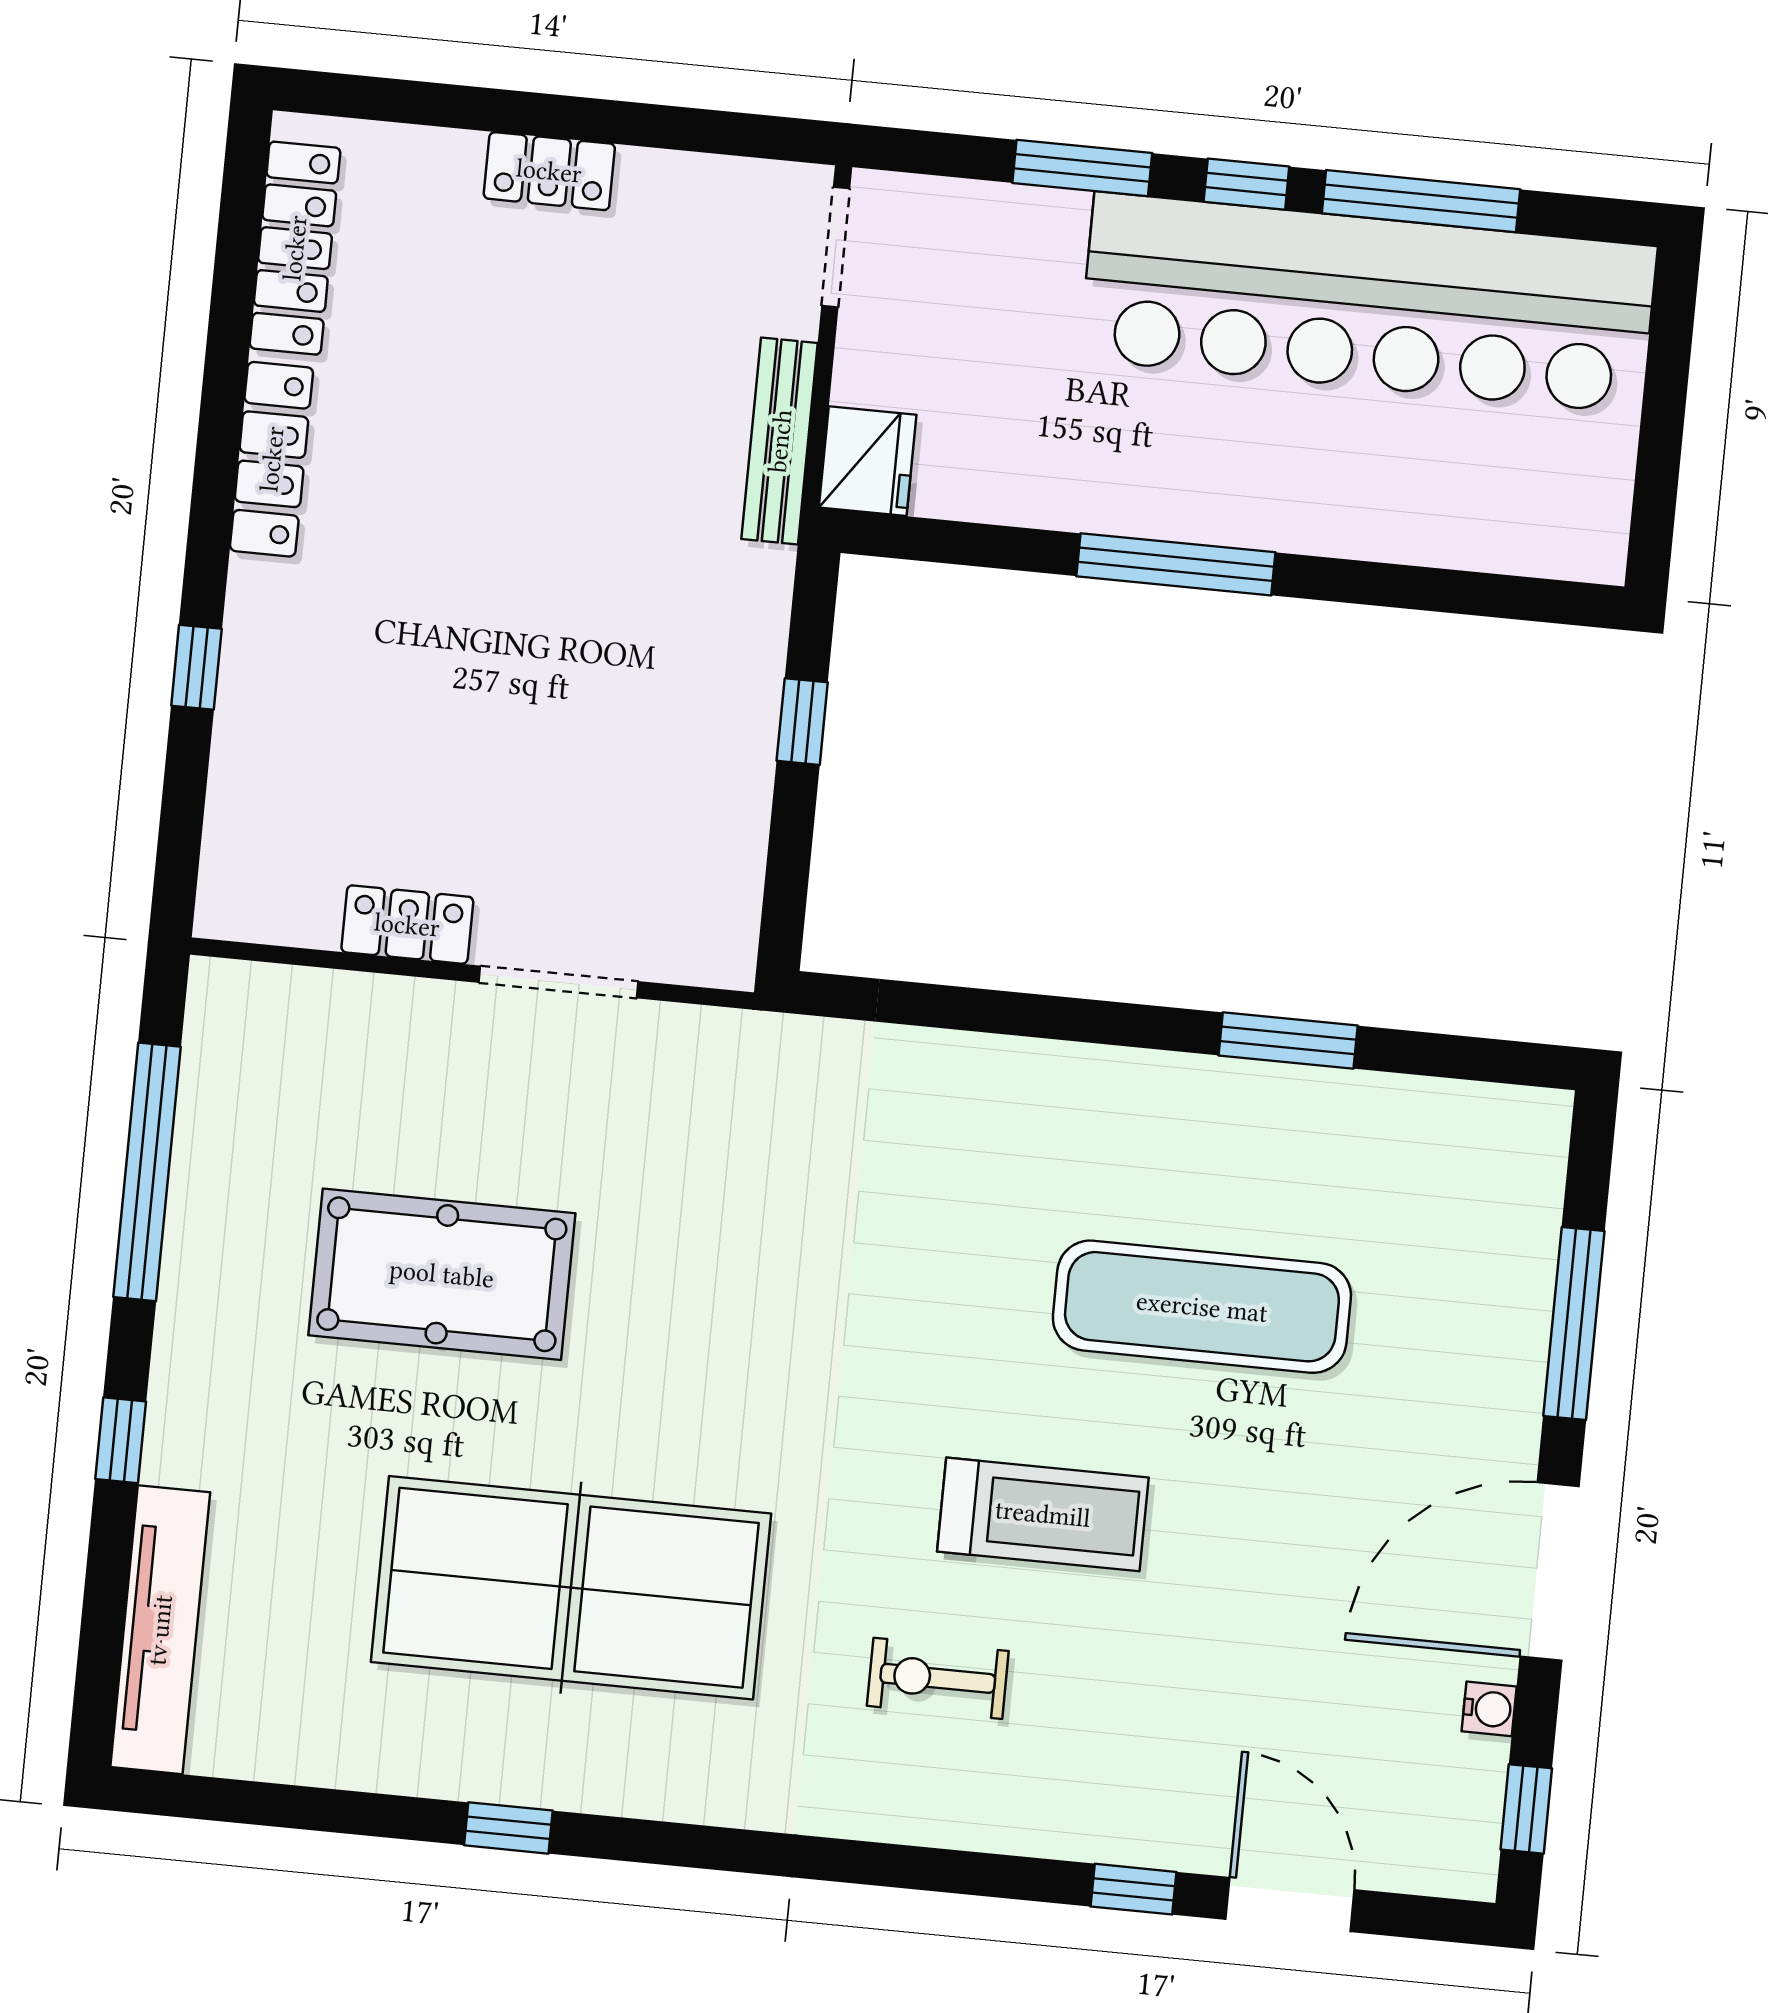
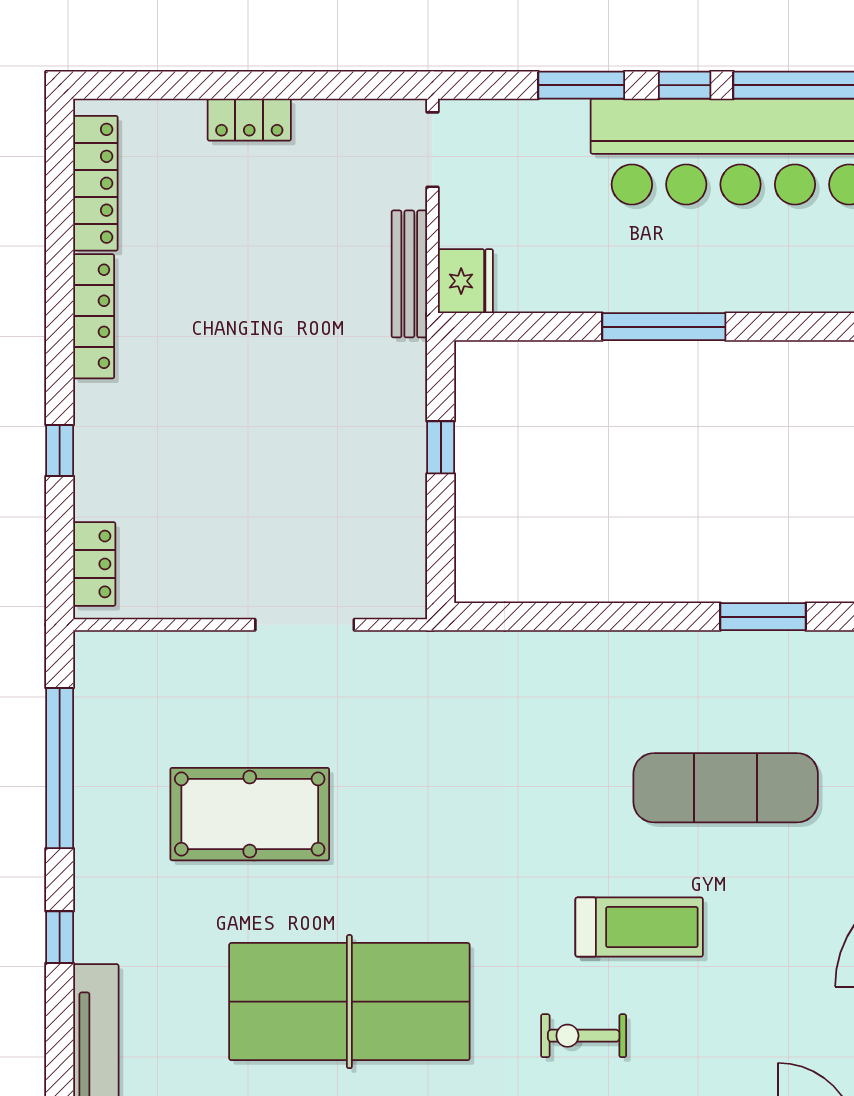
locker: (407, 925) -> (94, 564), moved, turned 90

